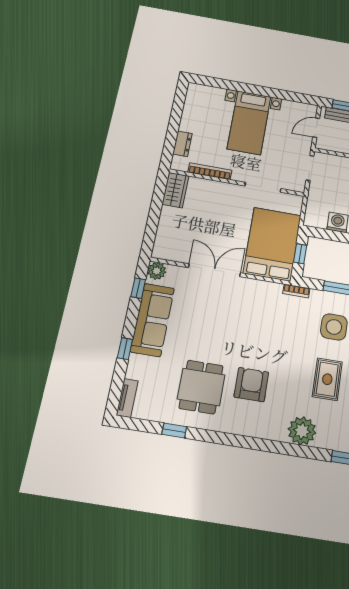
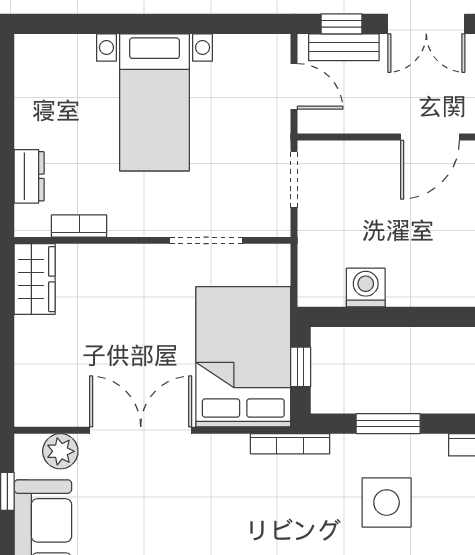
door: (316, 128) -> (294, 86), swing flipped
bookcase: (210, 171) -> (79, 226), width x0.64
plant: (157, 271) -> (60, 451), moved
bookcase: (296, 291) -> (290, 444), width x1.56

